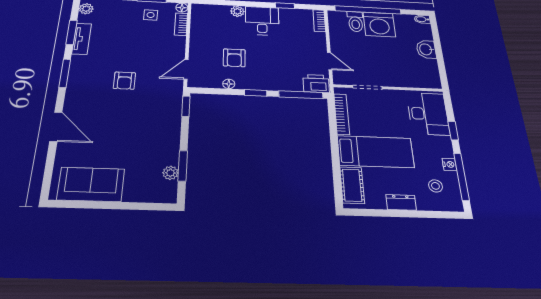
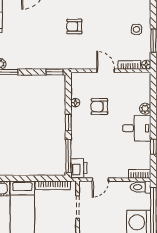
side table: (151, 15) -> (137, 29), moved
toilet: (355, 22) -> (141, 187), moved
door: (186, 69) -> (106, 71), moved

